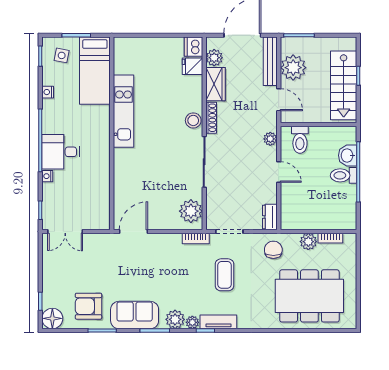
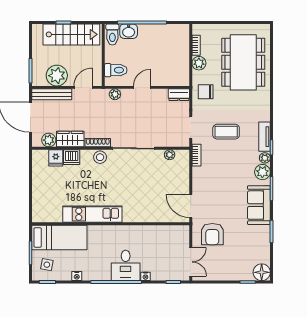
dishwasher: (193, 47) -> (72, 157), moved
toilet: (344, 175) -> (112, 34), moved
plant: (191, 211) -> (170, 155), width x0.53, depth x0.53
armchair: (89, 306) -> (212, 234), moved

